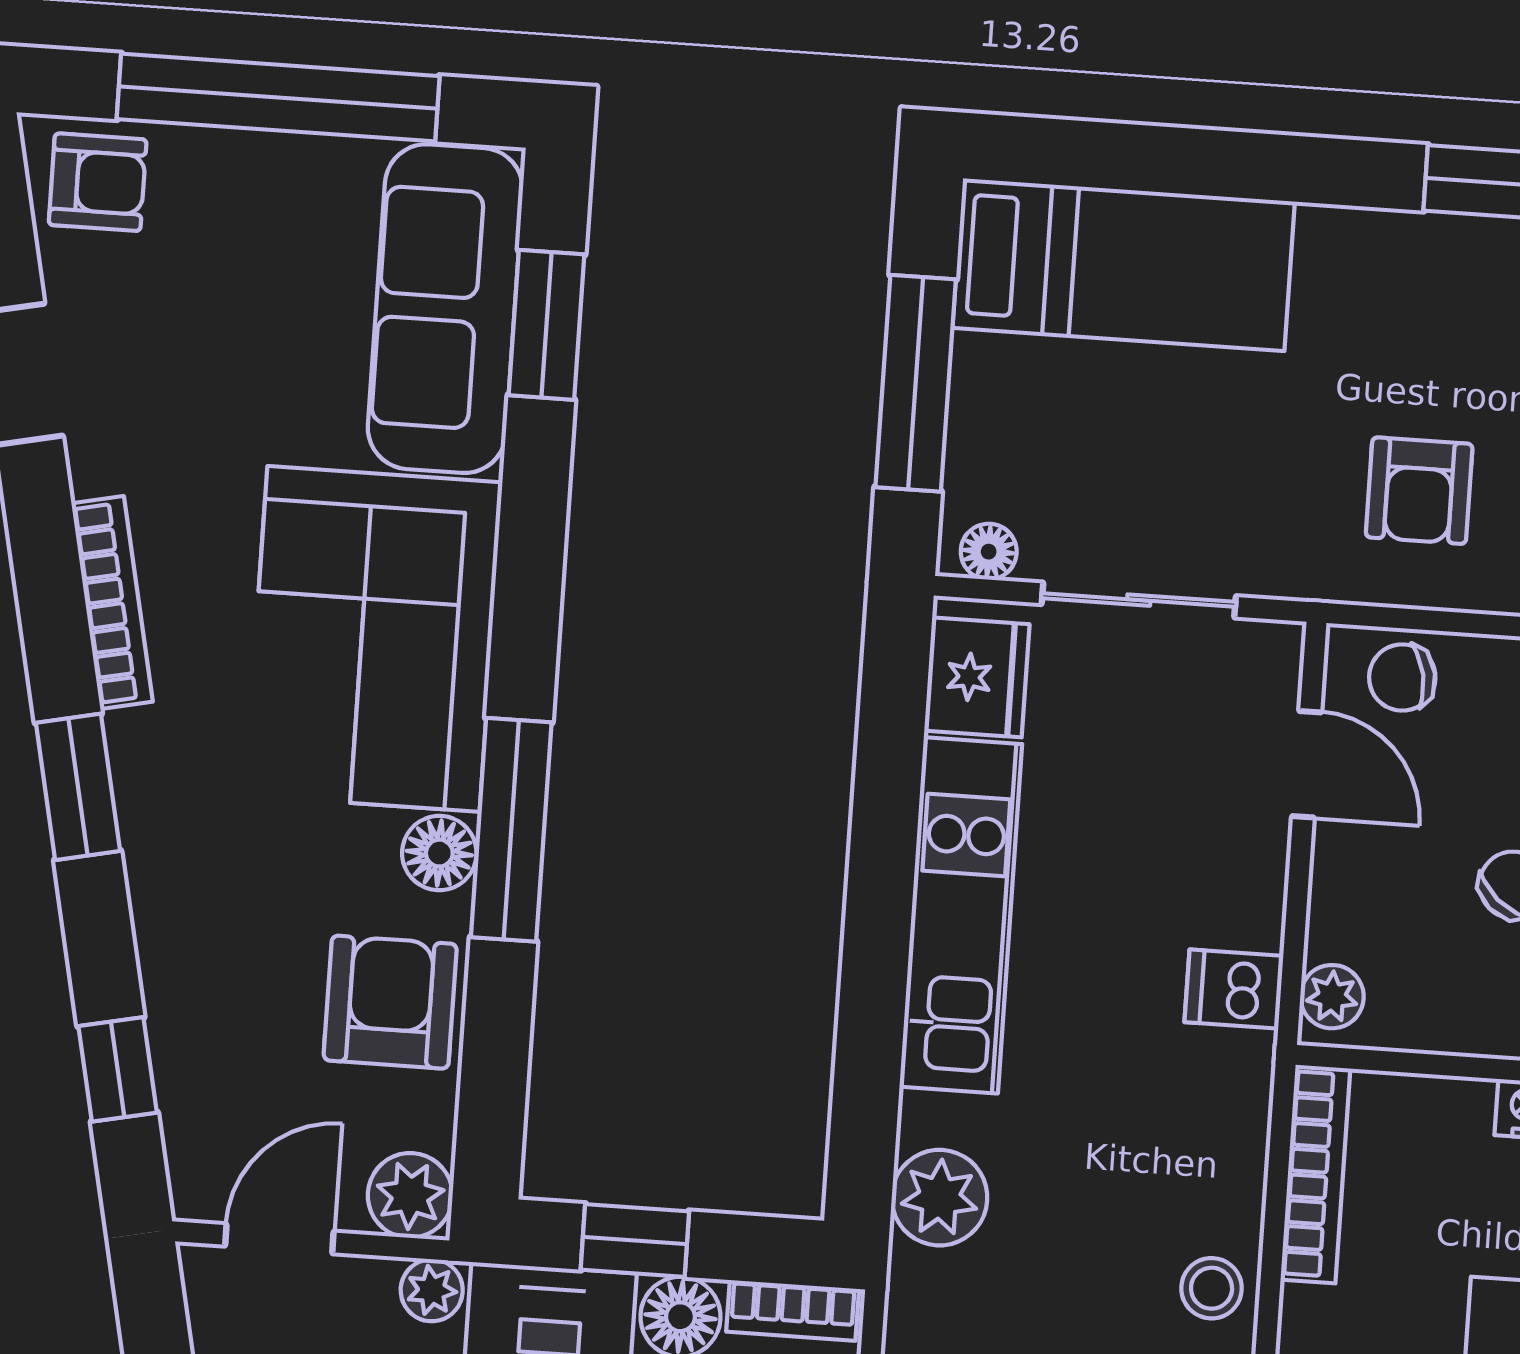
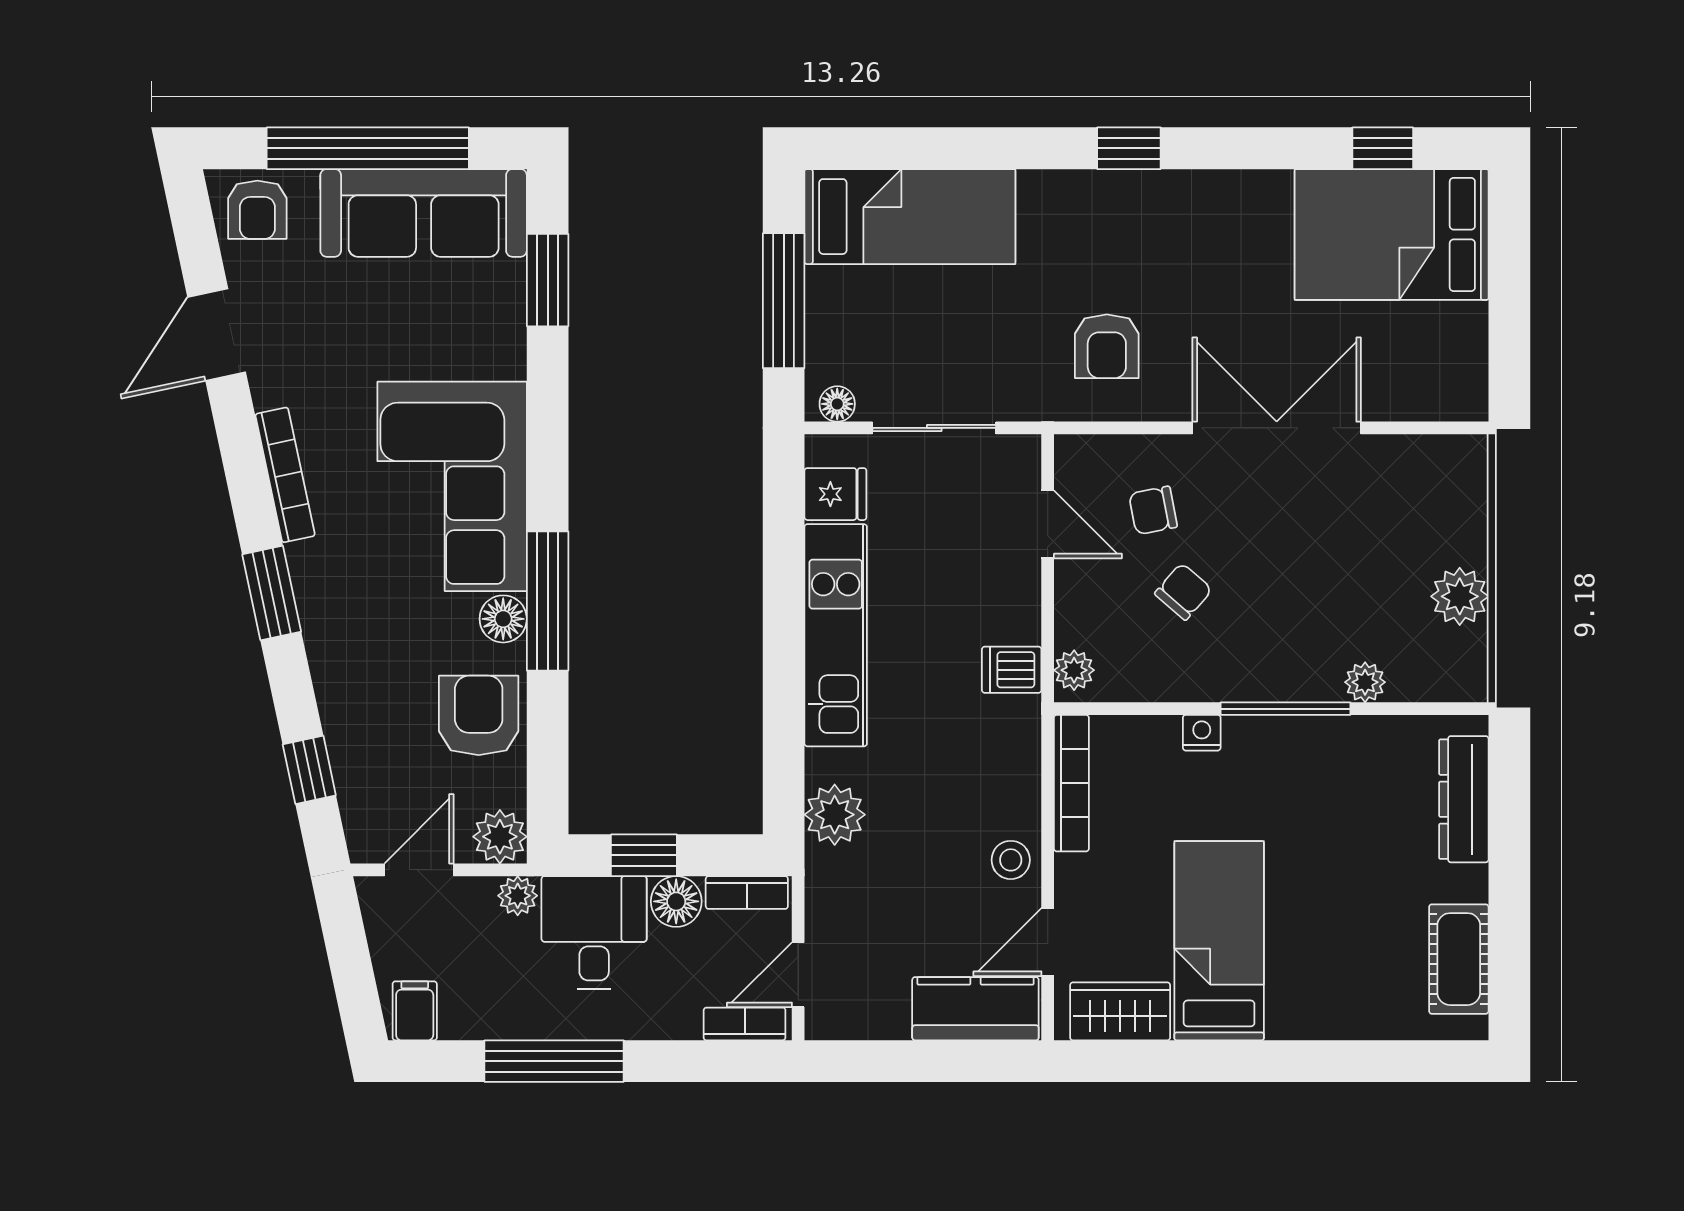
armchair: (98, 182) -> (257, 210), turned 90
sofa: (445, 309) -> (424, 213), moved, turned -90
fridge: (977, 677) -> (835, 494), width x0.72
chair: (1402, 677) -> (1153, 510), moved

